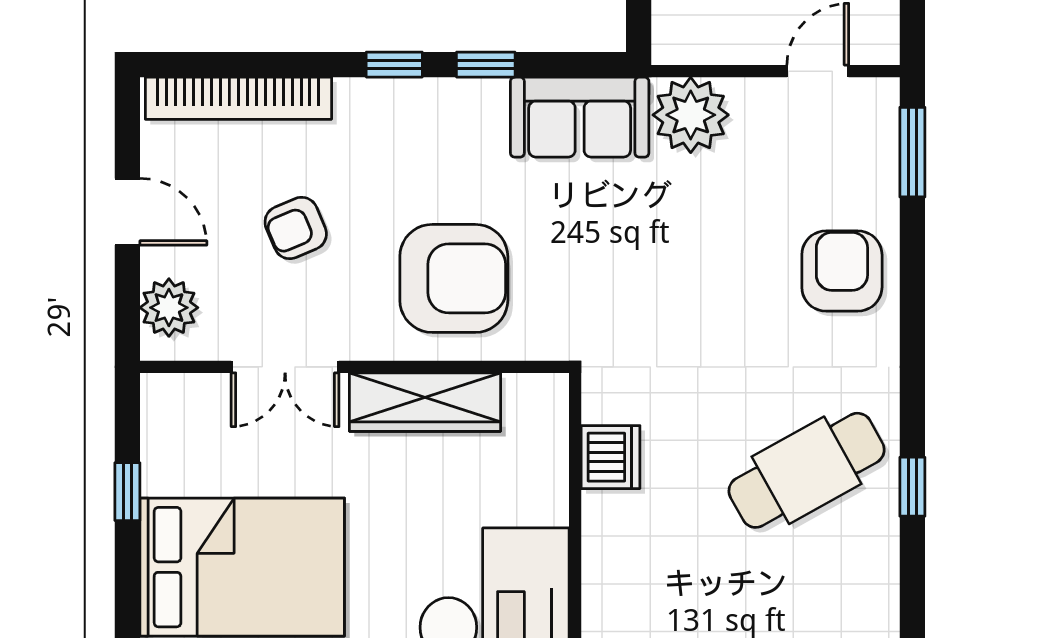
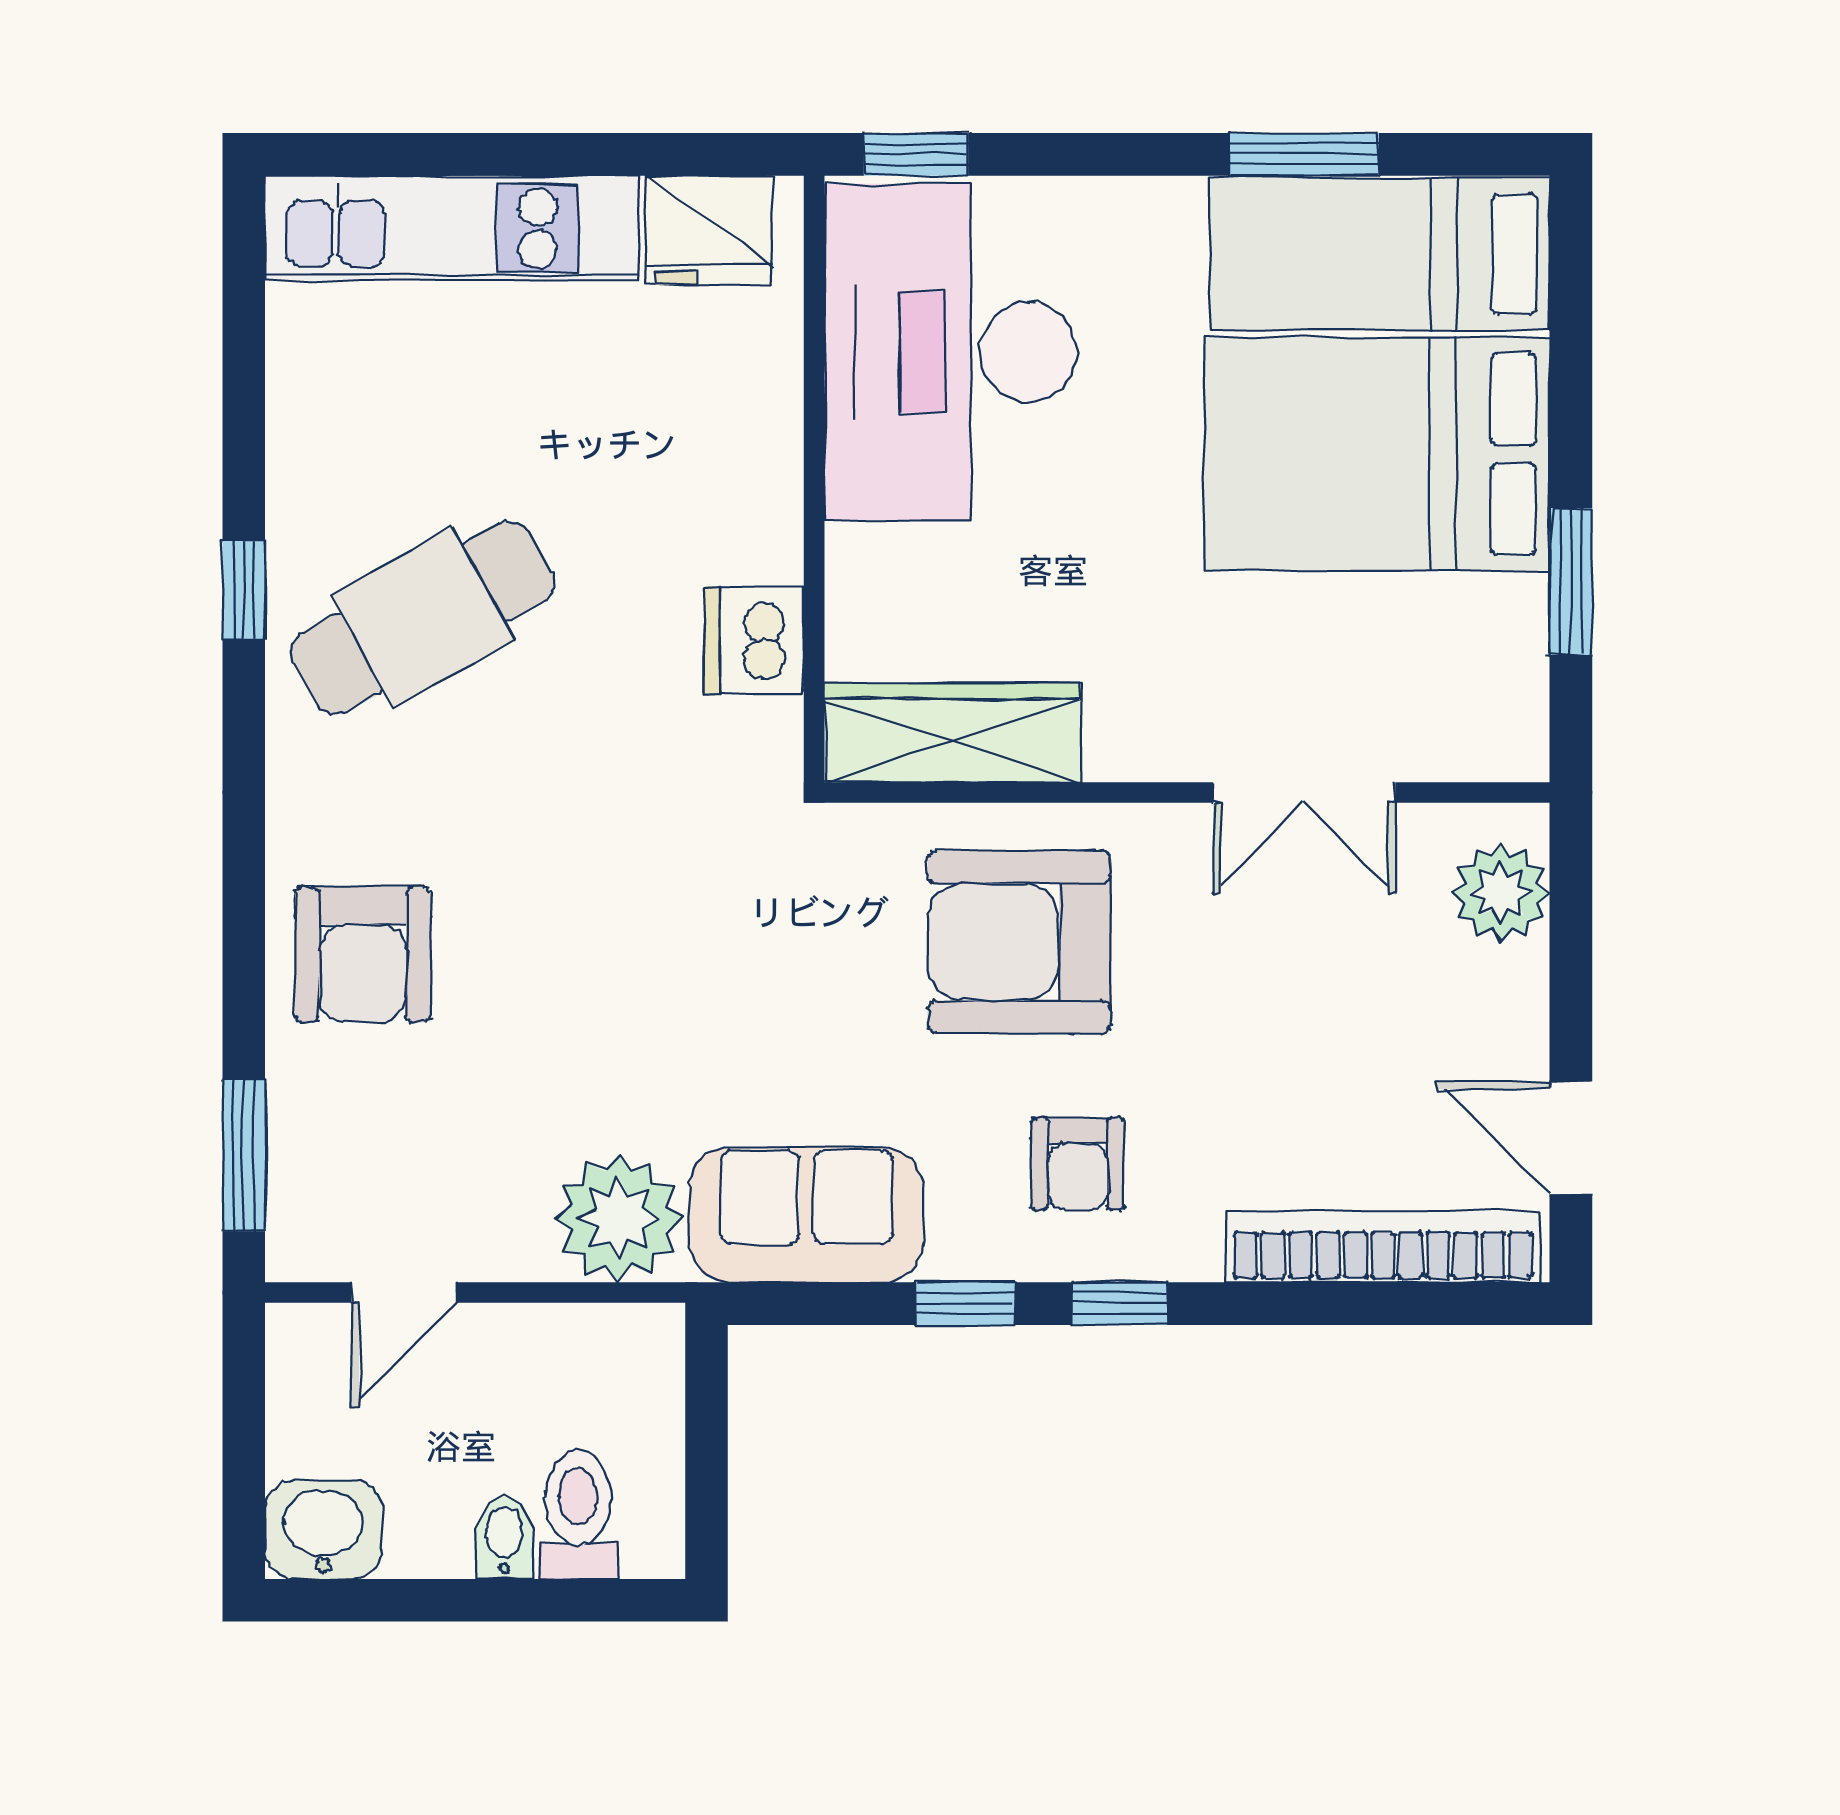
door: (127, 212) -> (1571, 1138), moved
armchair: (296, 228) -> (1077, 1164), moved, turned 113
double door: (285, 367) -> (1304, 793), swing flipped
wardrobe: (425, 402) -> (952, 733), moved
window: (127, 492) -> (1571, 582), width x1.50

